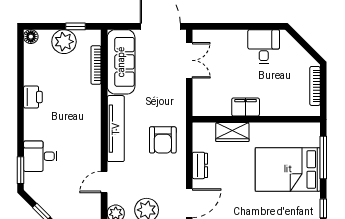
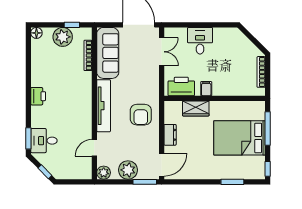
desk: (264, 46) -> (200, 41), moved
printer: (33, 97) -> (38, 96), moved
printer: (214, 104) -> (181, 86), added
filing cabinet: (246, 107) -> (206, 89), width x0.50
desk: (40, 156) -> (44, 141), moved

